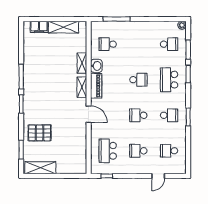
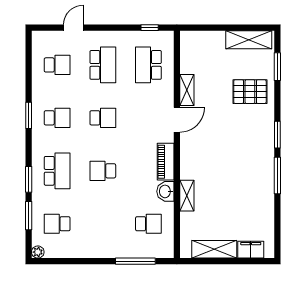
shelving: (82, 87) -> (187, 90), moved
door: (89, 114) -> (177, 120), swing flipped
school desk: (169, 115) -> (57, 118), turned 180
school desk: (108, 151) -> (148, 65), turned 180
school desk: (138, 151) -> (103, 65), width x1.85

